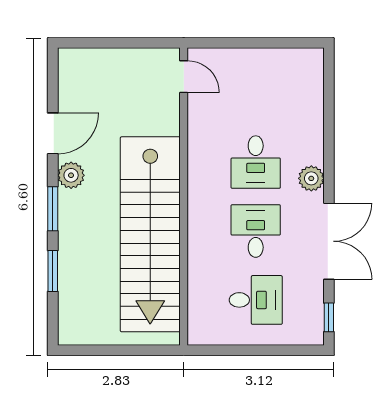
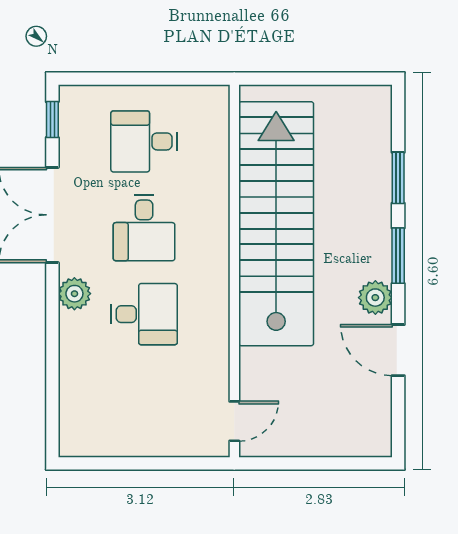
door: (184, 77) -> (234, 421), swing flipped
door: (53, 133) -> (398, 350), hinge flipped
desk: (256, 162) -> (144, 314), turned 90

